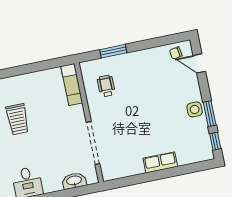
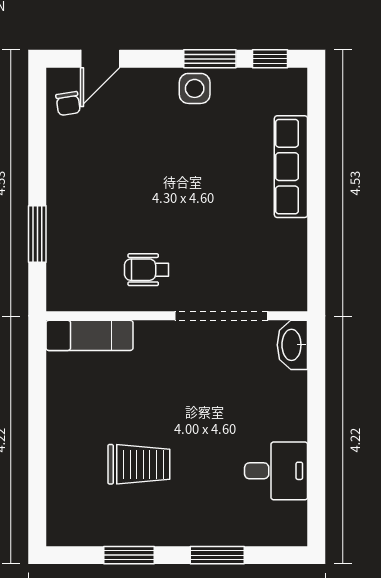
wheelchair: (106, 86) -> (147, 270), moved
row of seats: (160, 162) -> (291, 167), width x1.48
washbasin: (74, 181) -> (292, 345), moved

